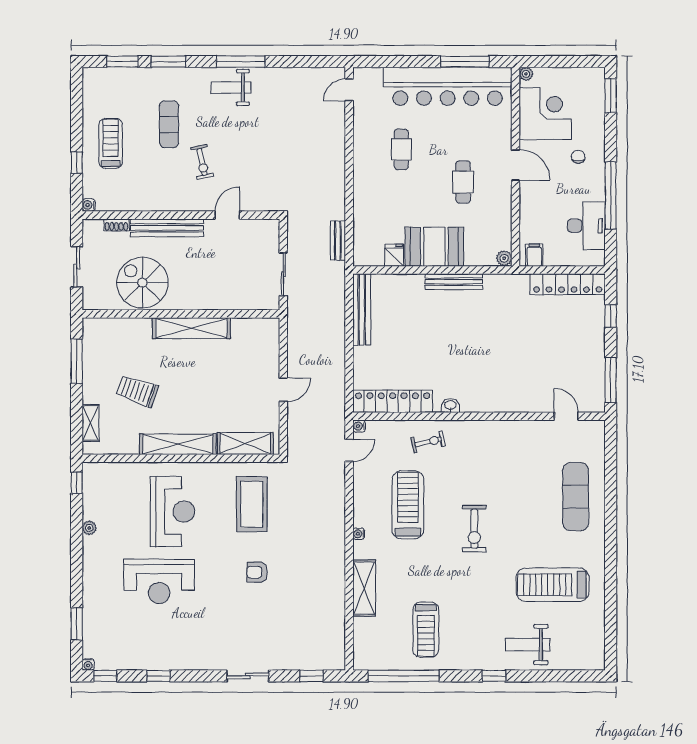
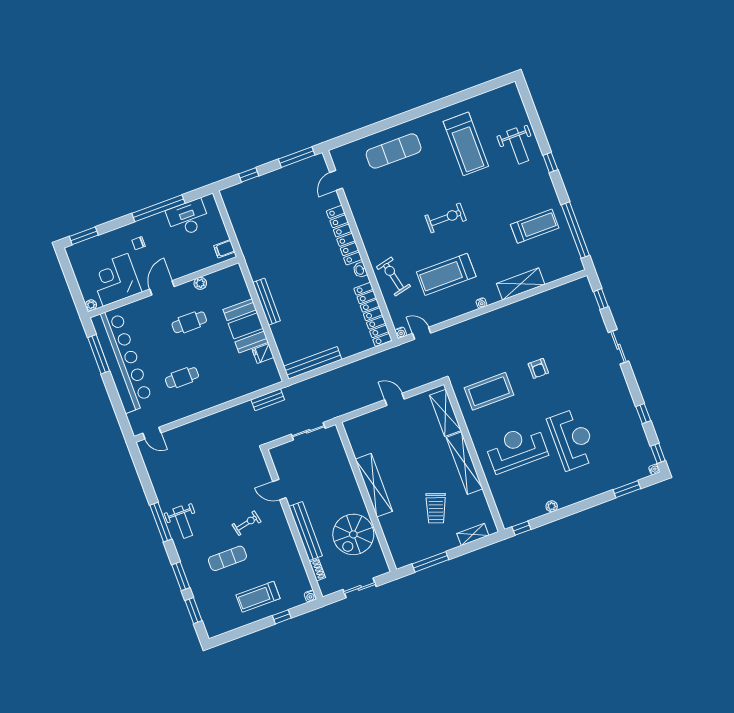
plant: (504, 258) -> (200, 283), moved
locker: (568, 284) -> (344, 235), moved, turned 180
exercise bike: (428, 442) -> (393, 276), width x1.38, depth x1.39

